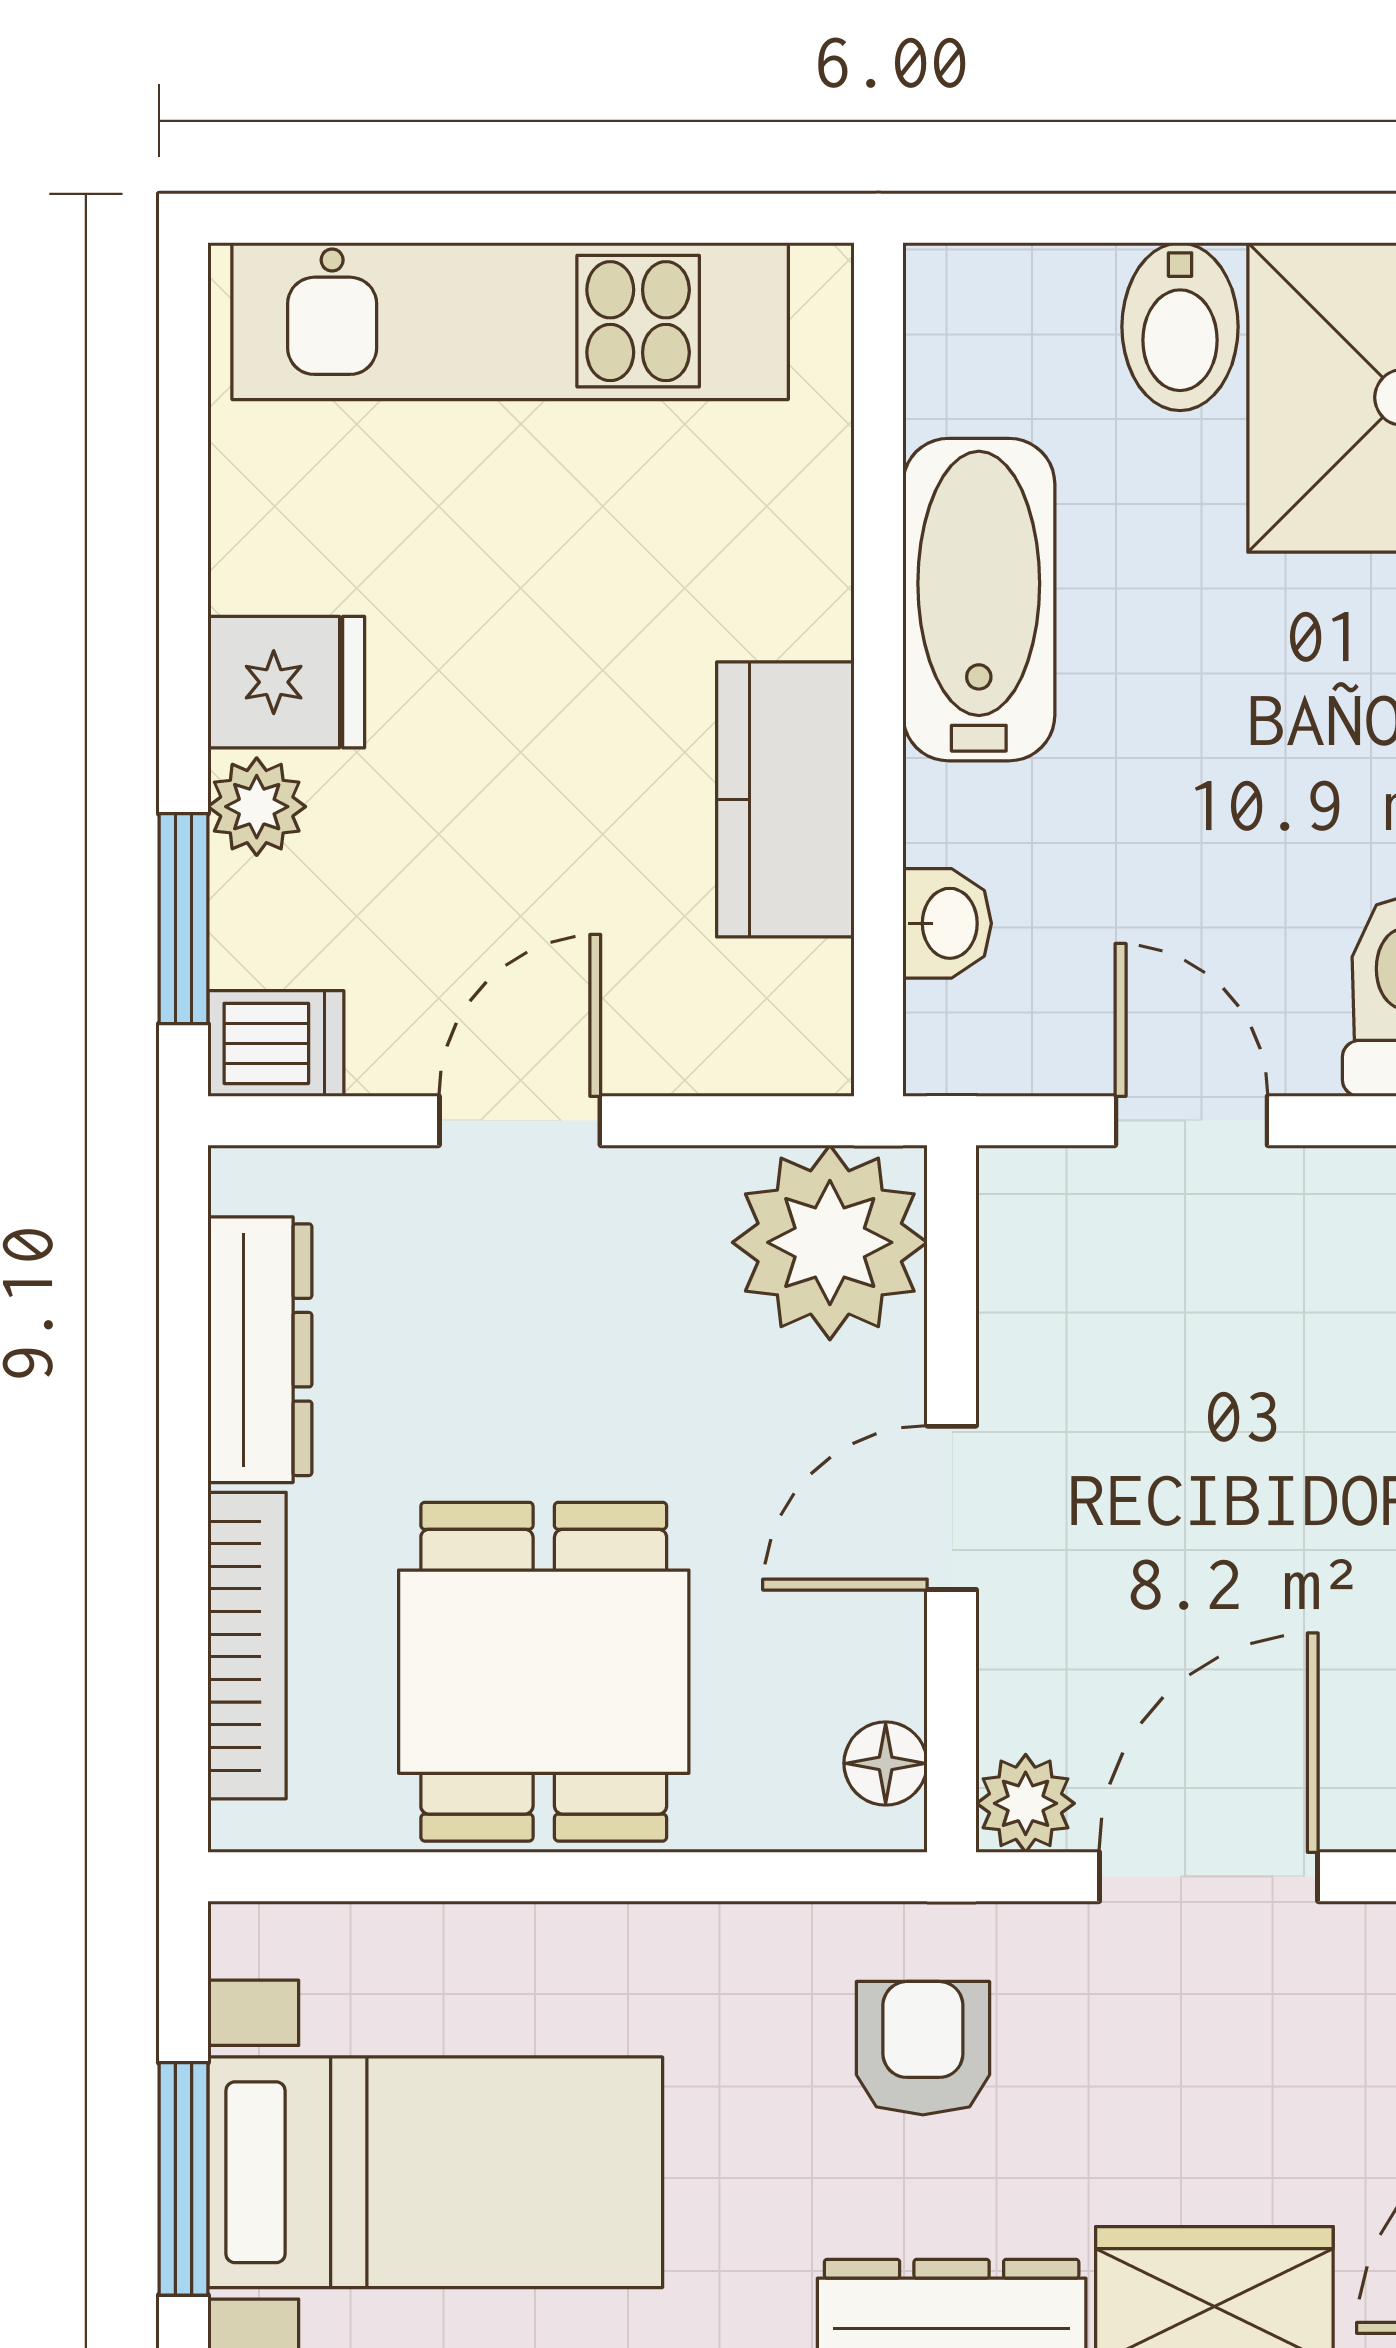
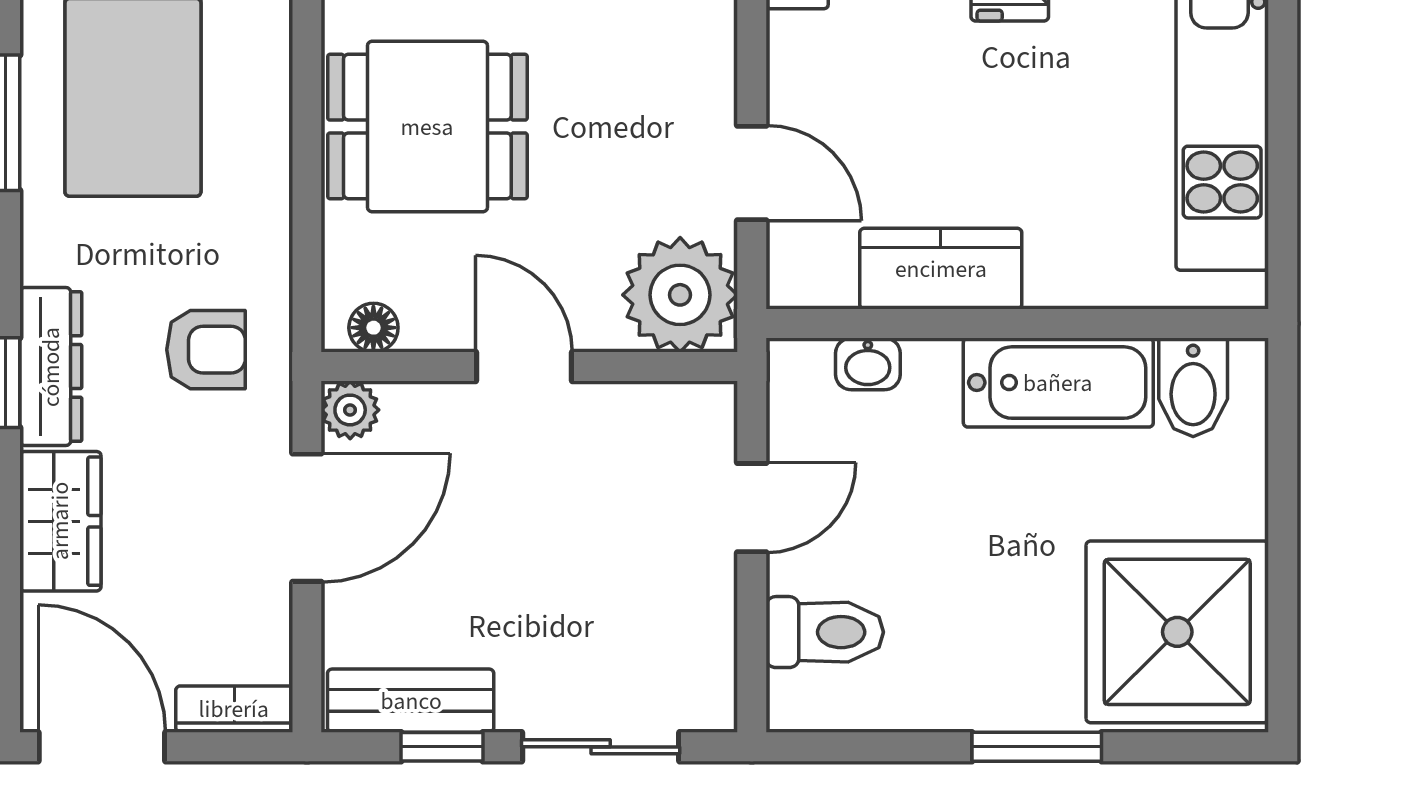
bidet: (1180, 327) -> (1193, 387), moved, turned -90
door: (520, 1121) -> (752, 173), moved
door: (1209, 1877) -> (307, 518), hinge flipped

